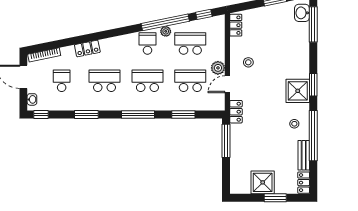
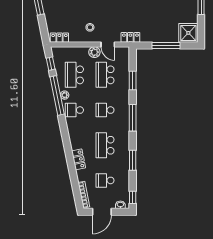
school desk: (147, 81) -> (105, 110), width x0.54
window: (226, 141) -> (166, 46), moved
shower: (263, 182) -> (188, 33), moved

